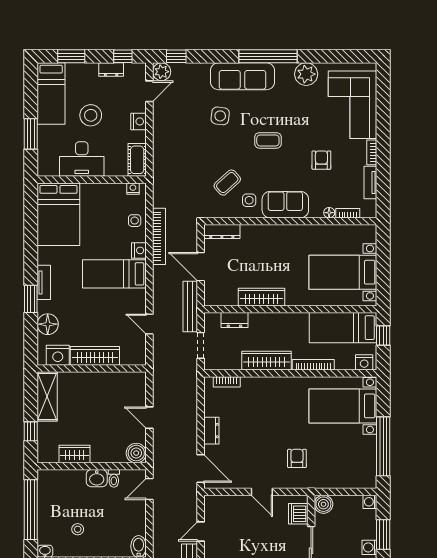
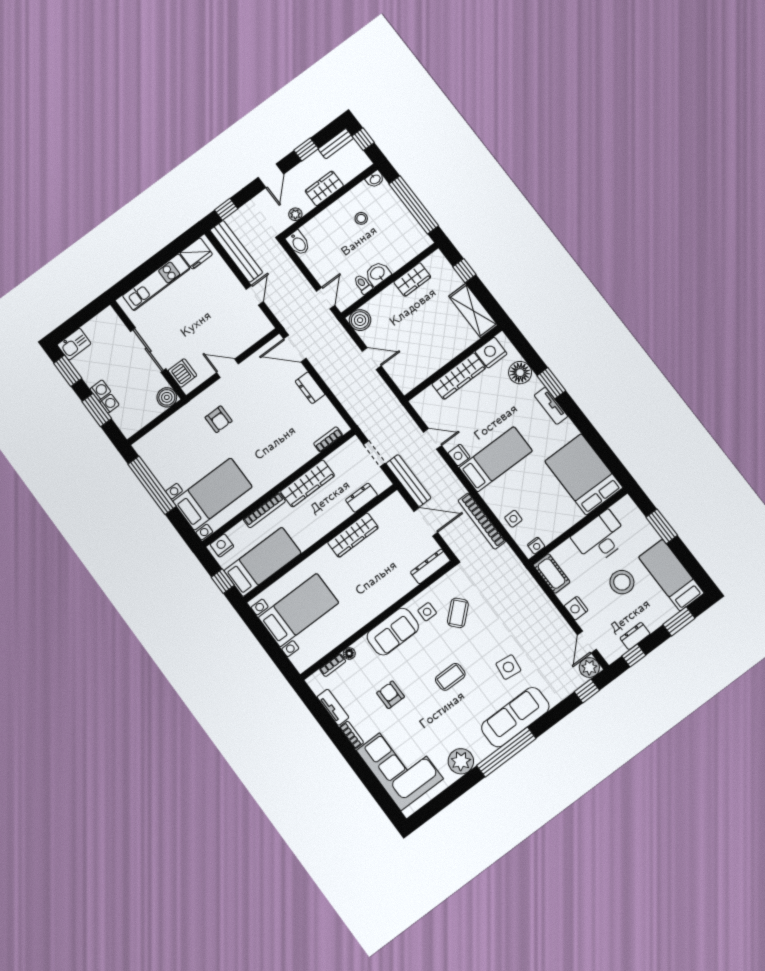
armchair: (321, 160) -> (391, 695), turned 180
nightstand: (139, 250) -> (459, 455), moved
washing machine: (370, 502) -> (109, 404), moved

